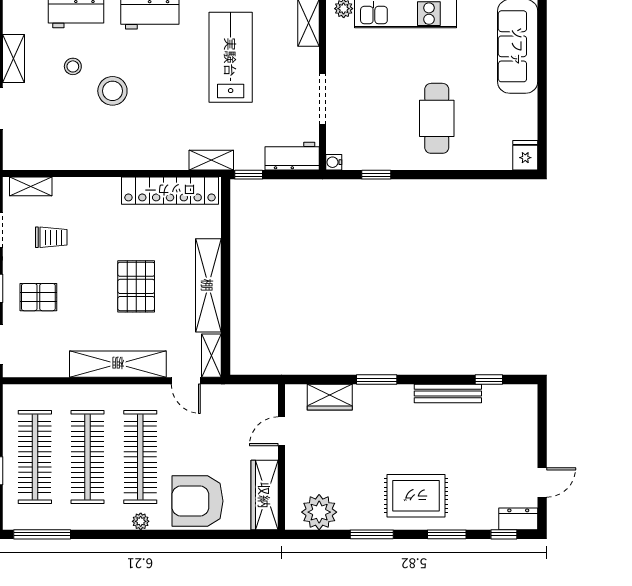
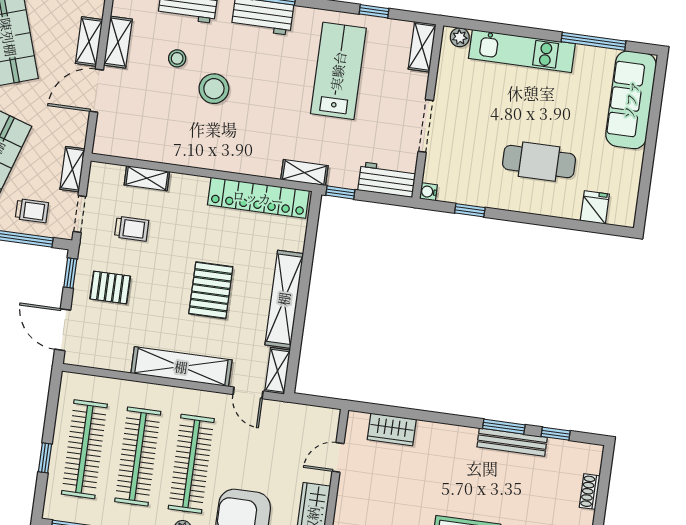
cafe table: (437, 118) -> (539, 162), turned 90
fridge: (525, 155) -> (595, 207), moved
shelving: (31, 186) -> (147, 178), moved
window: (377, 380) -> (504, 427), moved
shoe rack: (530, 431) -> (590, 492), added

